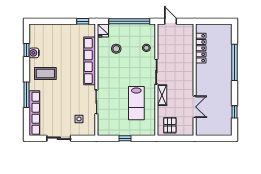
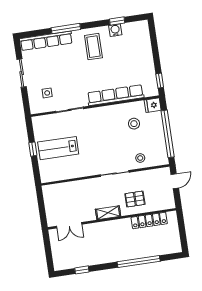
shelving: (162, 95) -> (108, 213), moved
lab bench: (136, 103) -> (58, 148), moved
double door: (195, 107) -> (69, 225), moved
pallet: (170, 125) -> (135, 199), moved

